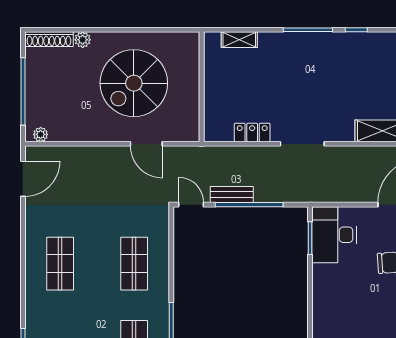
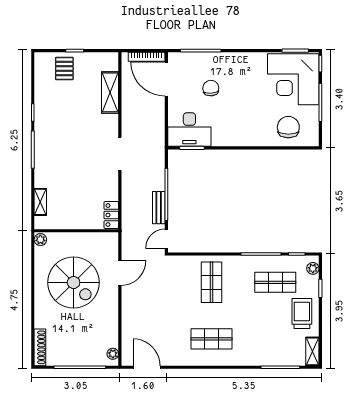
plant: (83, 40) -> (40, 240), moved
locker: (252, 132) -> (111, 215), moved
shop shelf: (134, 264) -> (211, 282), turned 90

